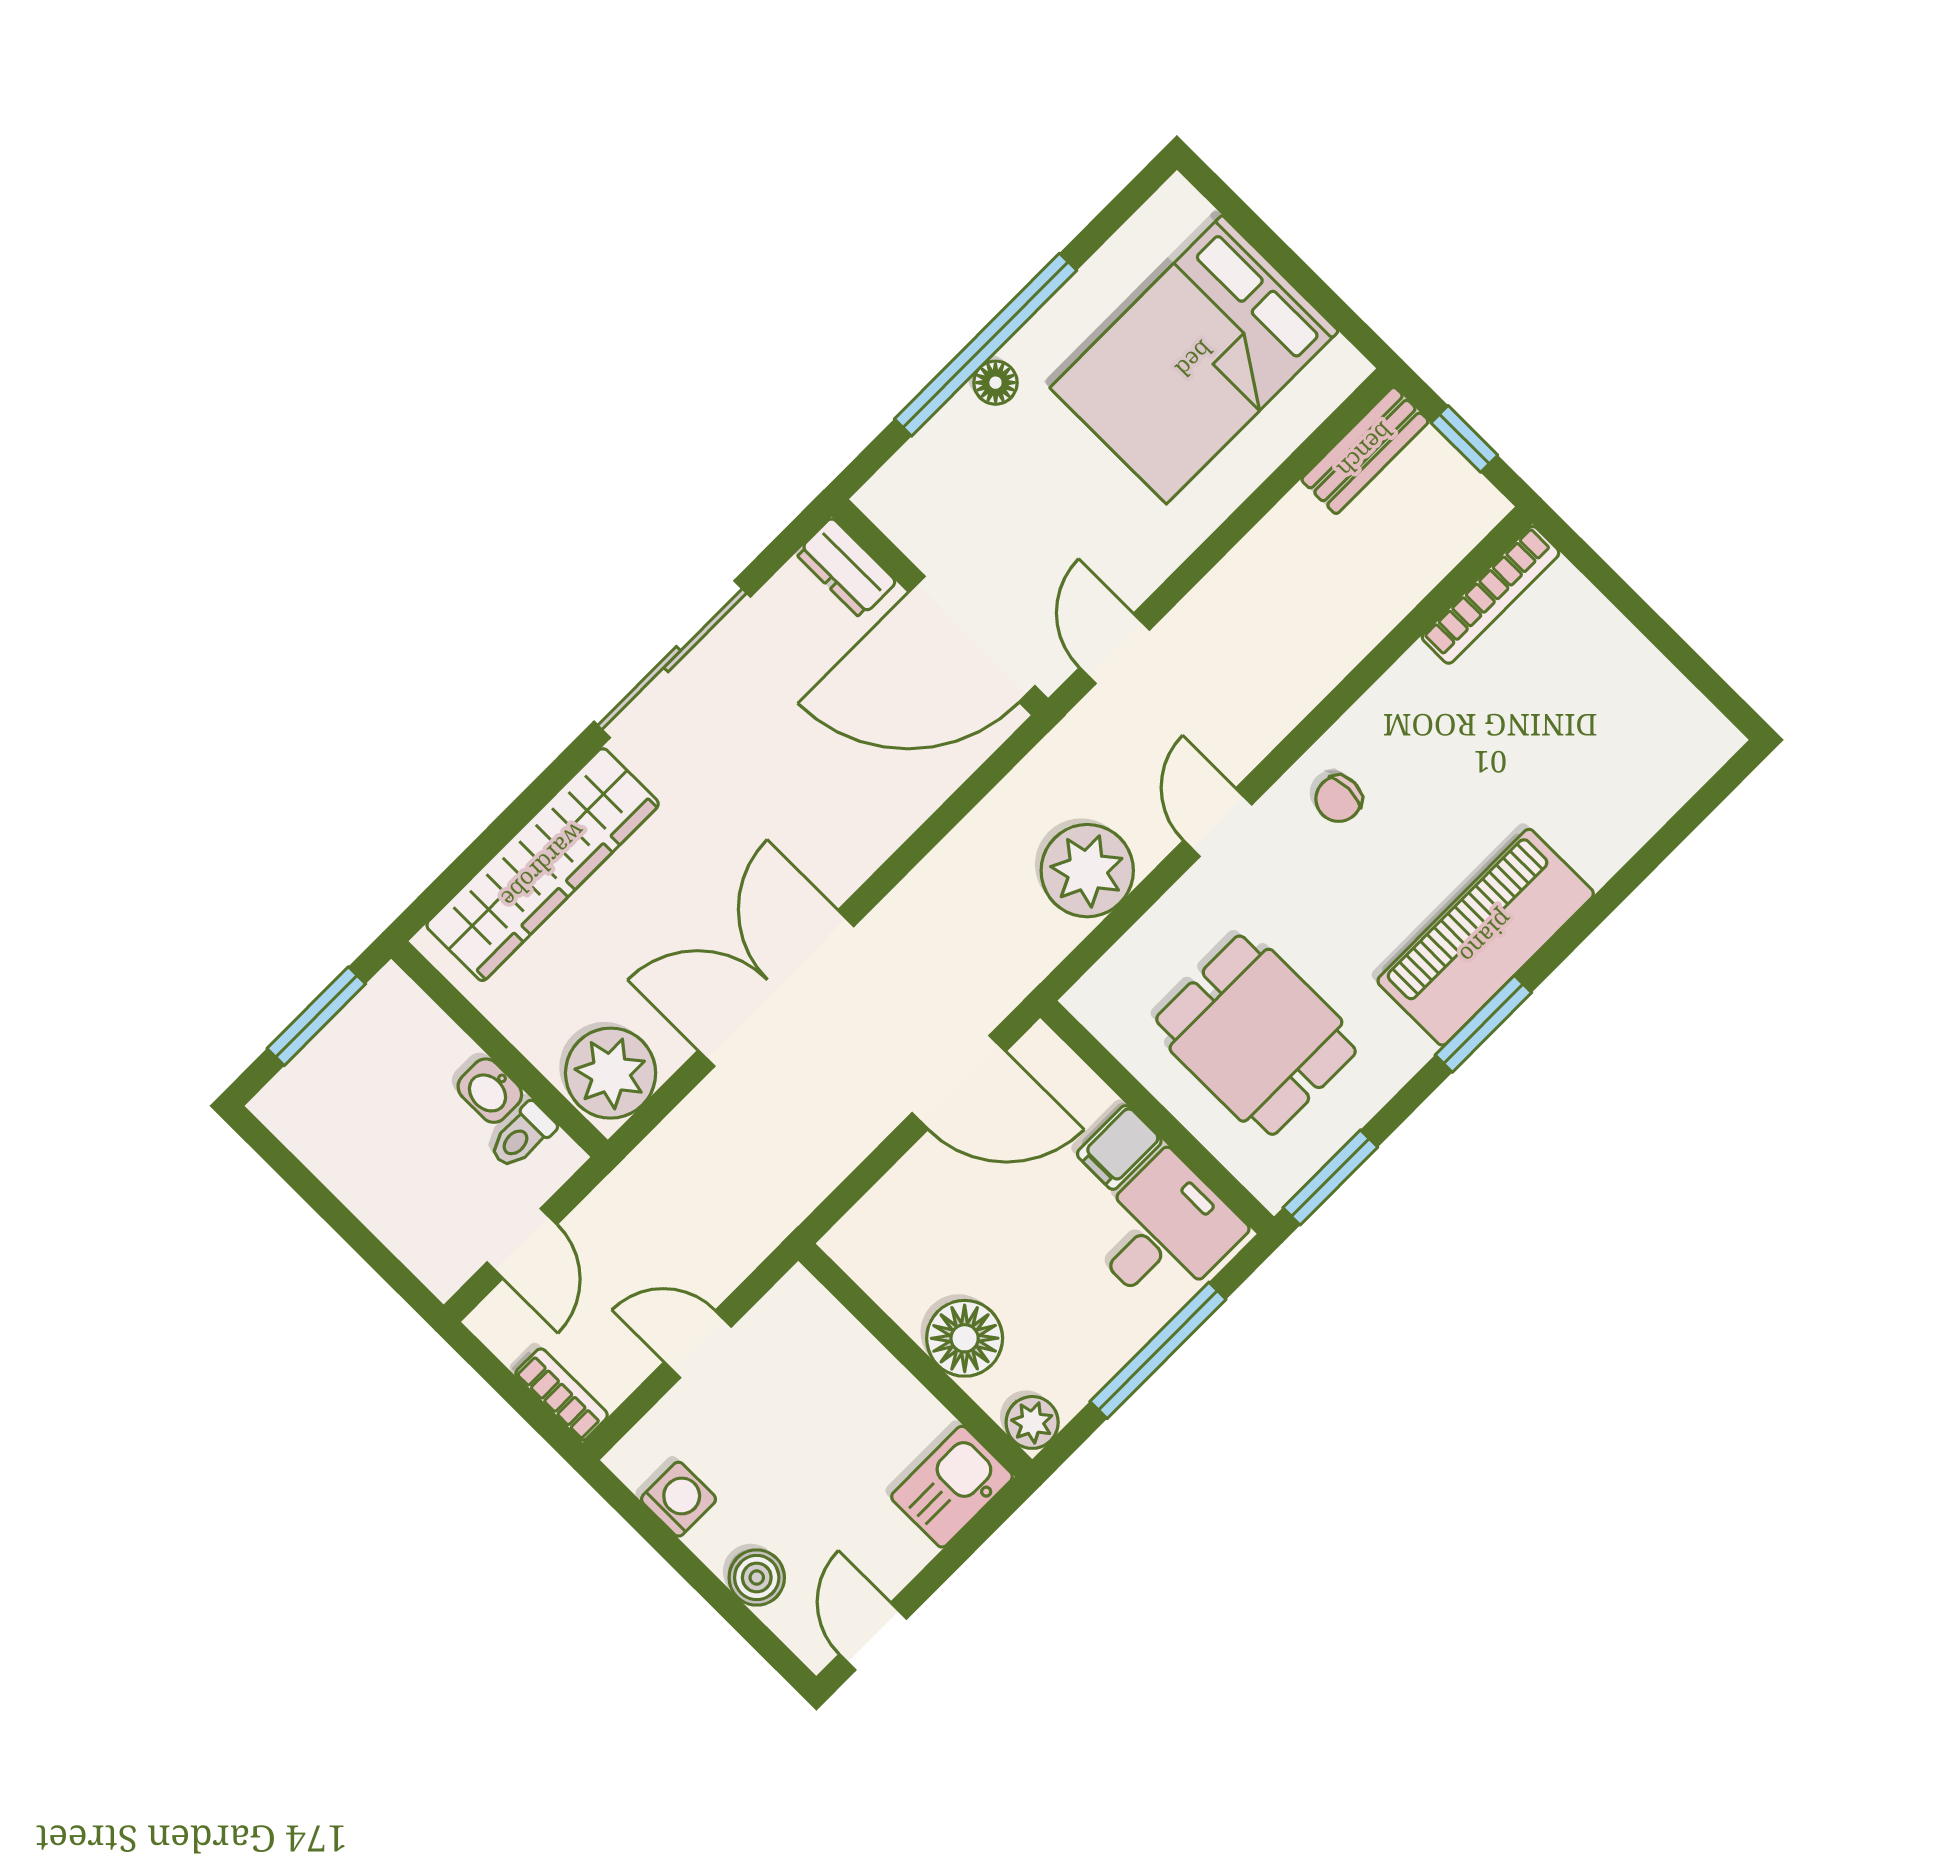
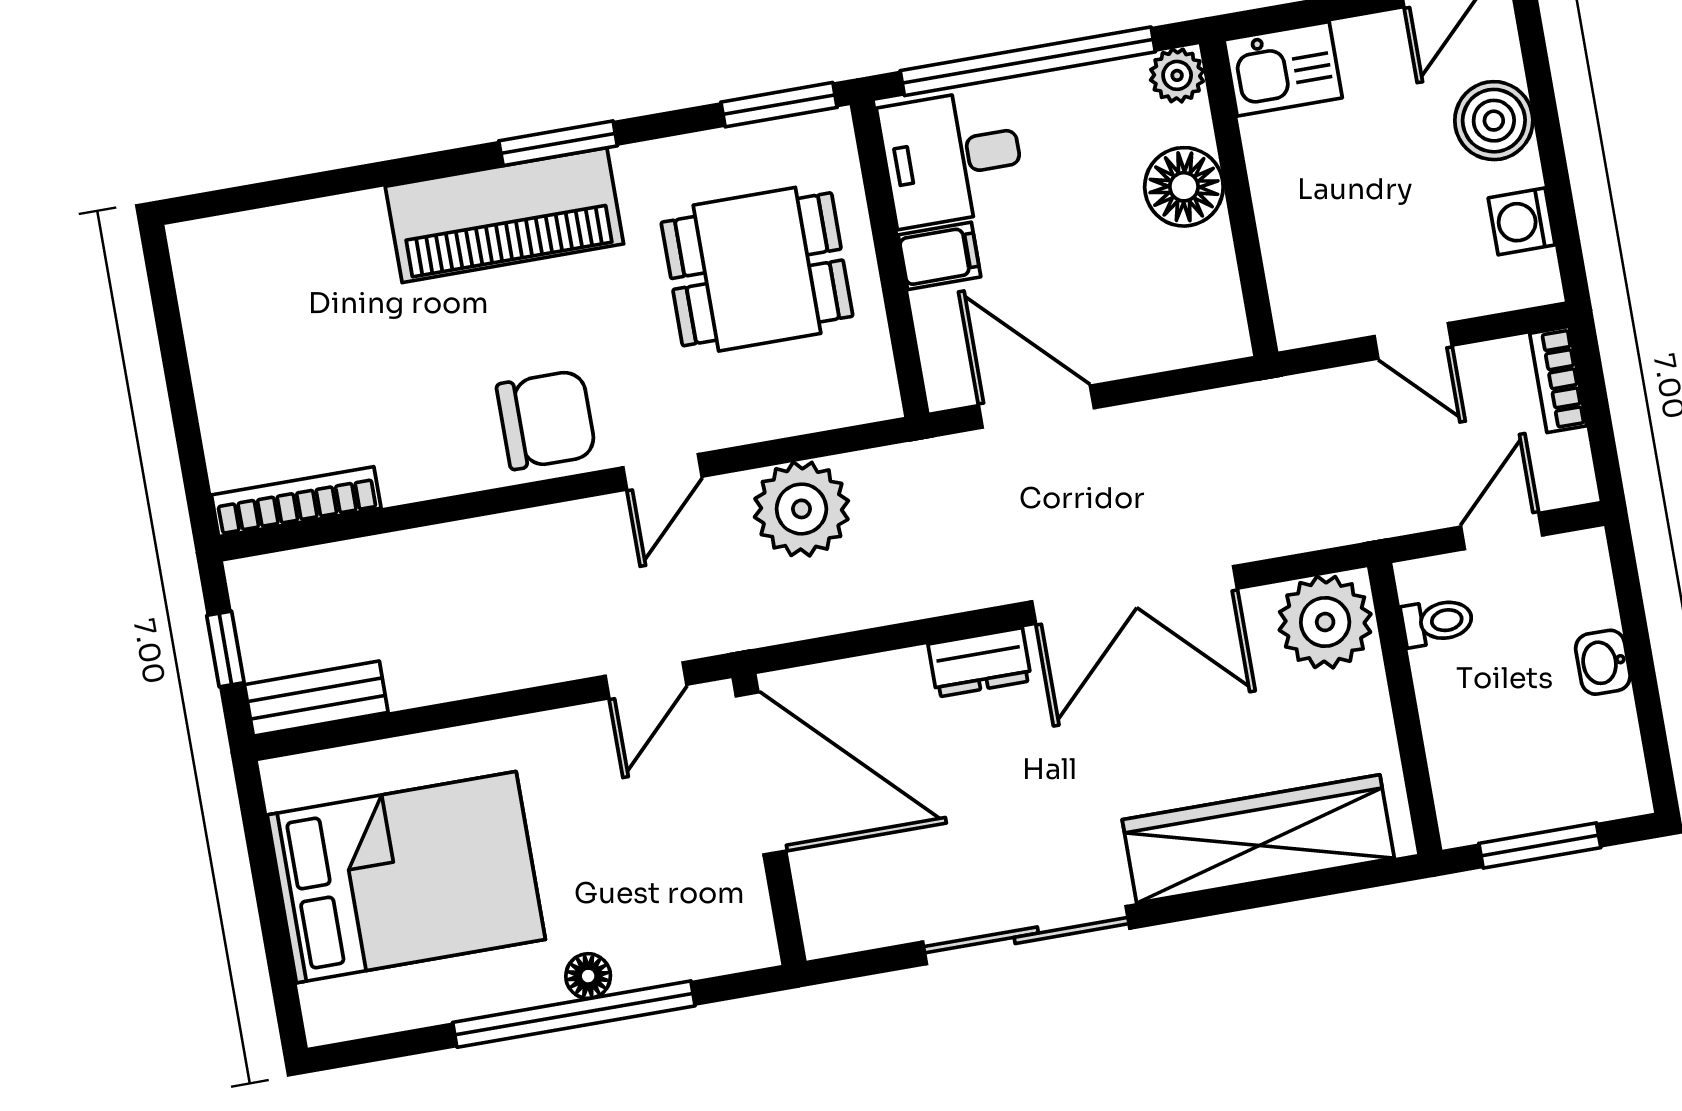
dresser: (846, 568) -> (980, 662), moved, turned 90
chair: (1339, 799) -> (546, 420), width x1.87, depth x1.87
dining table: (1256, 1035) -> (757, 269), turned 90
washbasin: (490, 1091) -> (1603, 662), moved, turned 180
window: (1158, 1350) -> (1028, 61), width x1.46
boiler: (757, 1578) -> (1494, 121), width x1.36, depth x1.36

